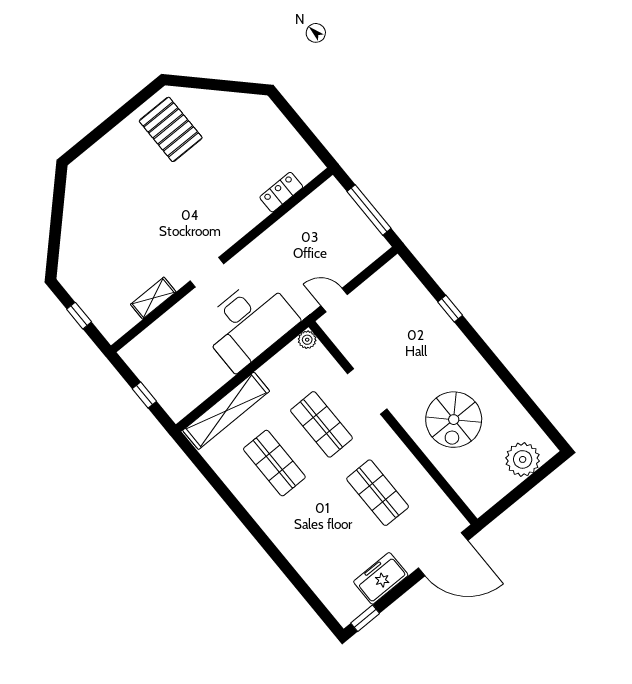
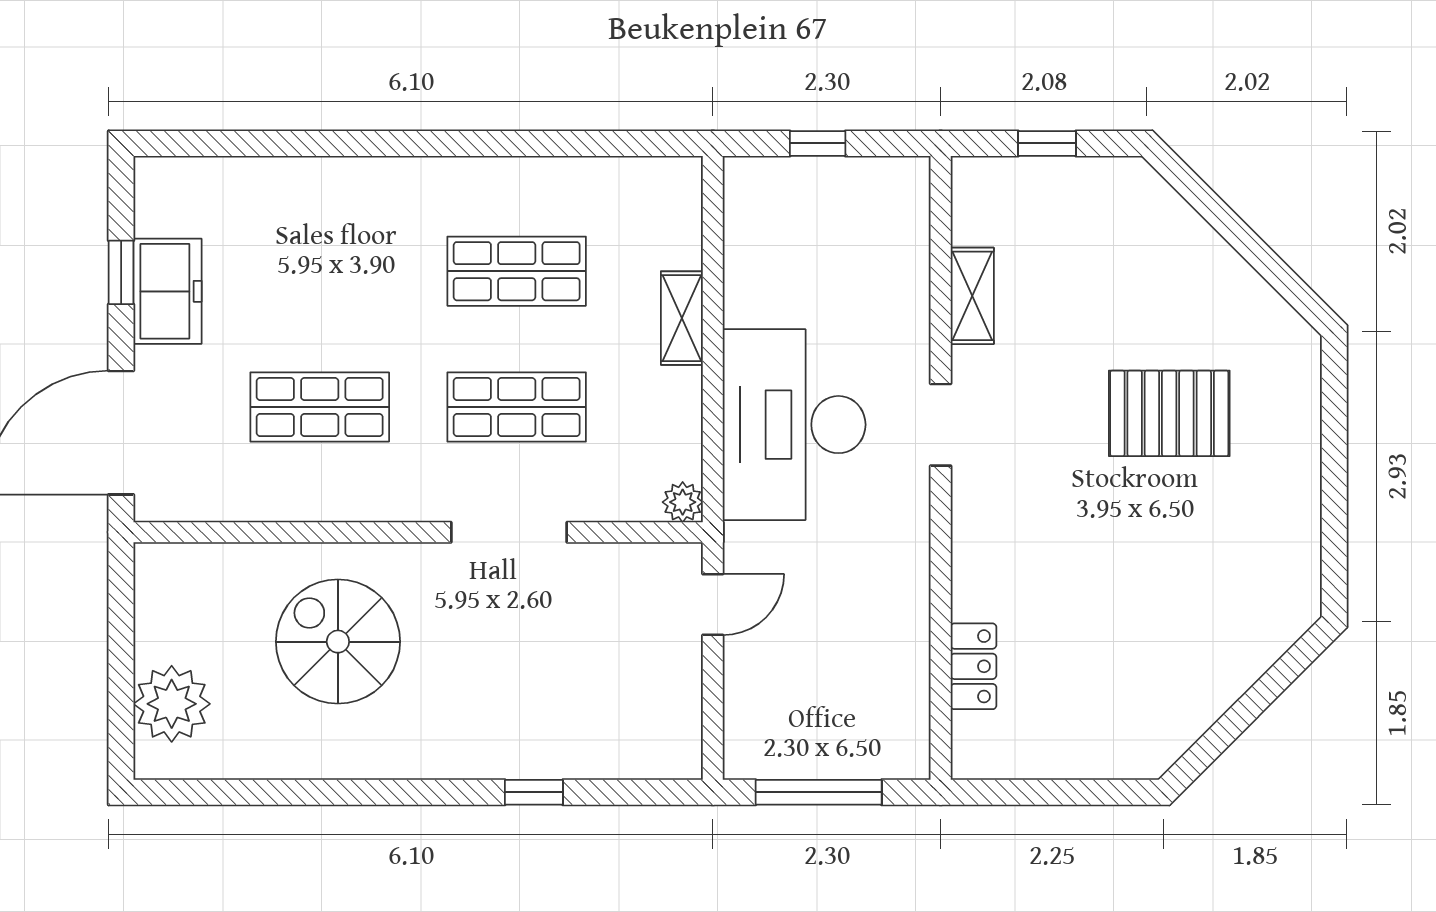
pallet: (171, 129) -> (1169, 413), moved
shelving: (226, 411) -> (682, 318), width x0.45, depth x0.75
window: (365, 618) -> (121, 272), moved

